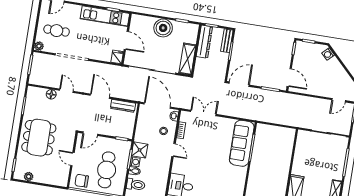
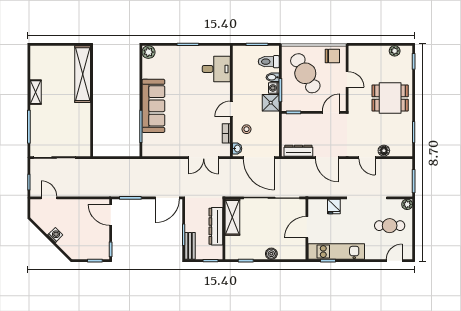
boiler: (163, 28) -> (271, 254), width x0.54, depth x0.54
door: (126, 40) -> (307, 227), hinge flipped
dresser: (204, 42) -> (216, 226), moved
washing machine: (328, 54) -> (55, 235), moved
fridge: (117, 57) -> (334, 206), moved
door: (339, 100) -> (49, 198), hinge flipped
dining table: (39, 138) -> (390, 98), width x0.73
sofa: (242, 143) -> (153, 106), moved
door: (174, 150) -> (231, 109), hinge flipped
cafe table: (107, 170) -> (305, 73), turned -30

